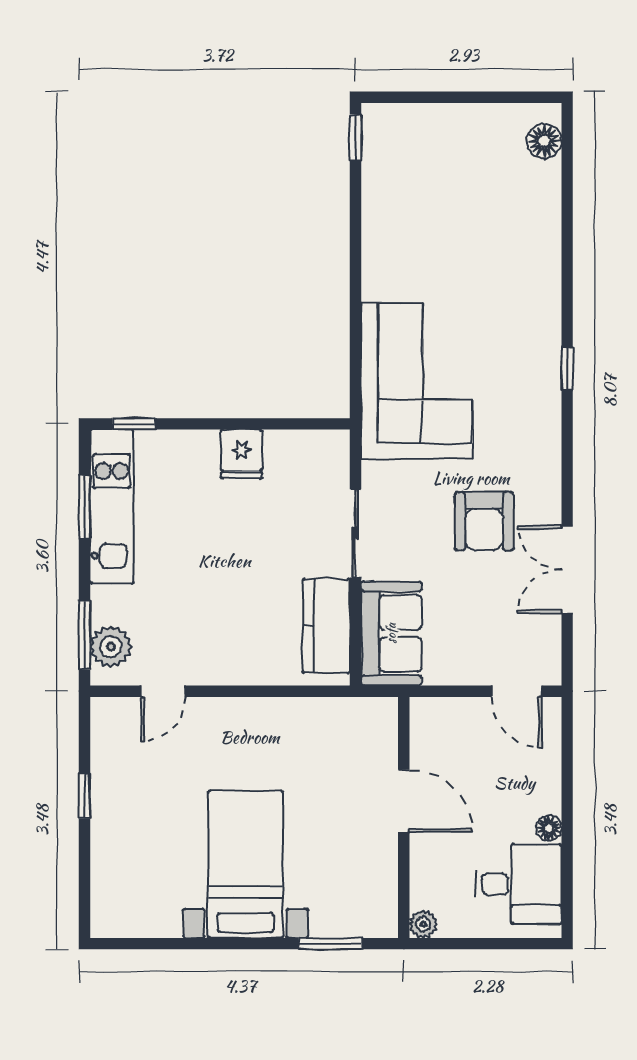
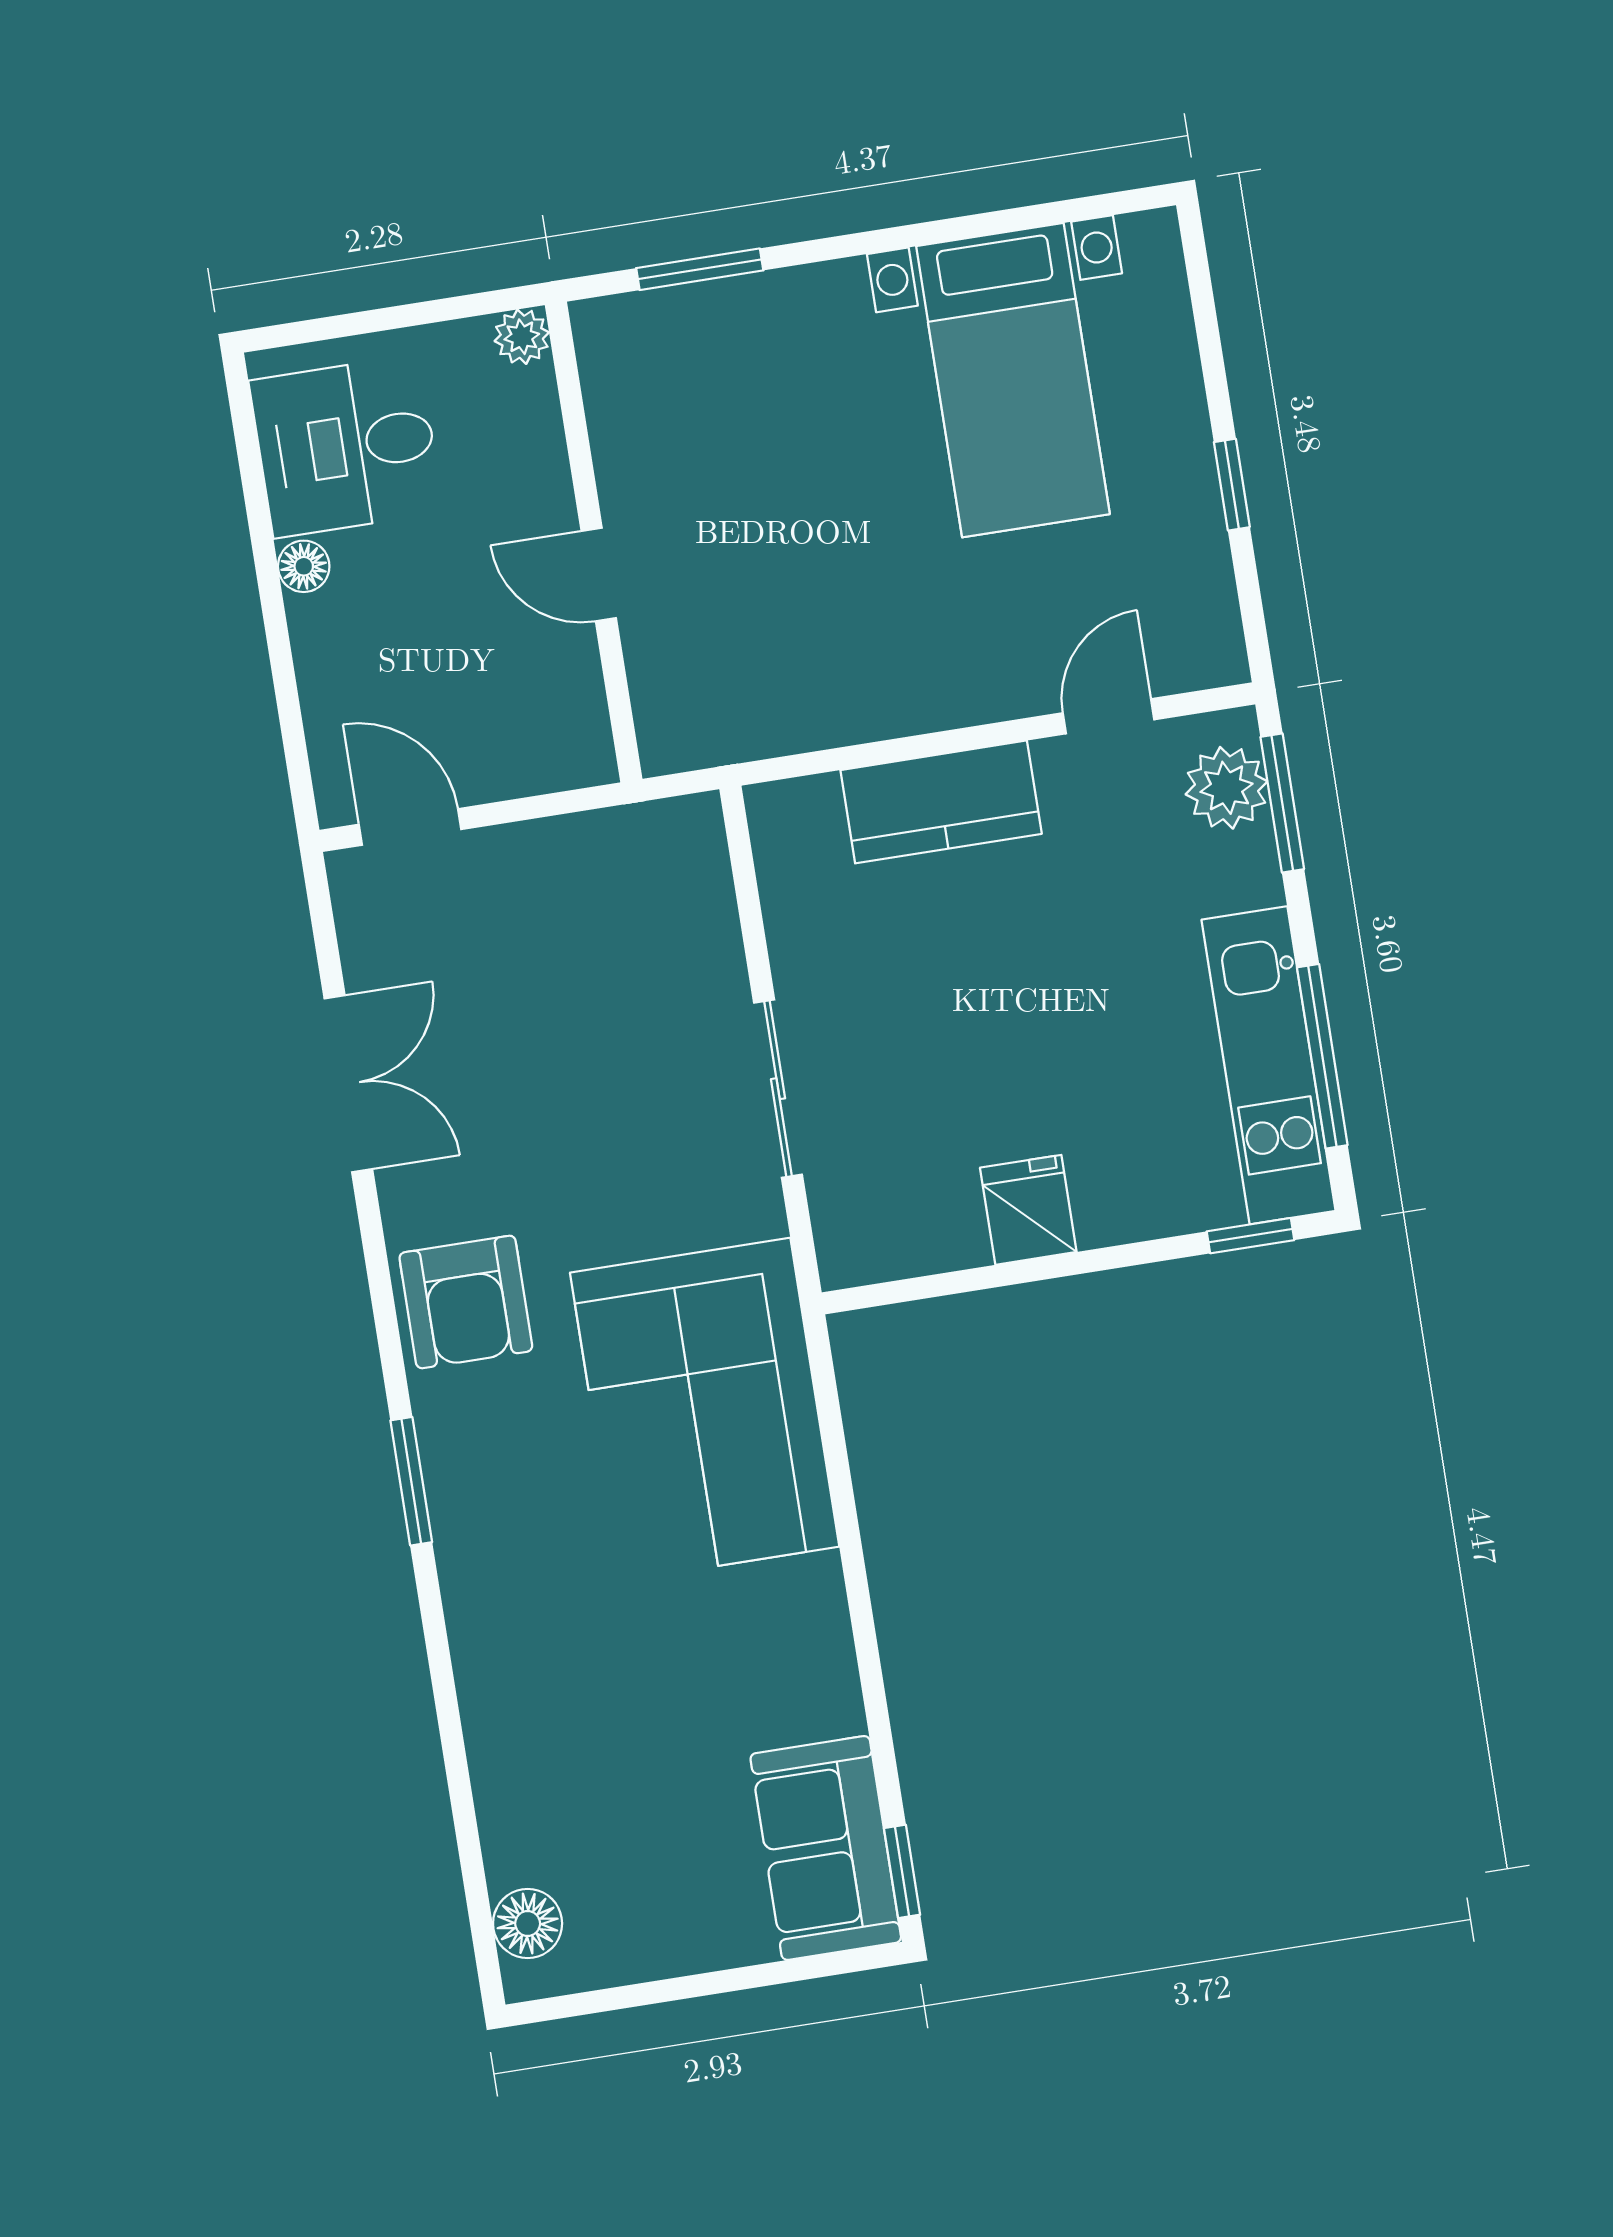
window: (567, 368) -> (411, 1481), width x1.50
window: (84, 507) -> (1322, 1056), width x1.44
armchair: (484, 521) -> (466, 1302), moved, turned 180
kitchen counter: (326, 626) -> (941, 802), moved, turned 90
sofa: (391, 633) -> (826, 1848), moved
door: (404, 801) -> (599, 574), width x0.73
bed with nightstands: (245, 864) -> (1013, 380), moved

